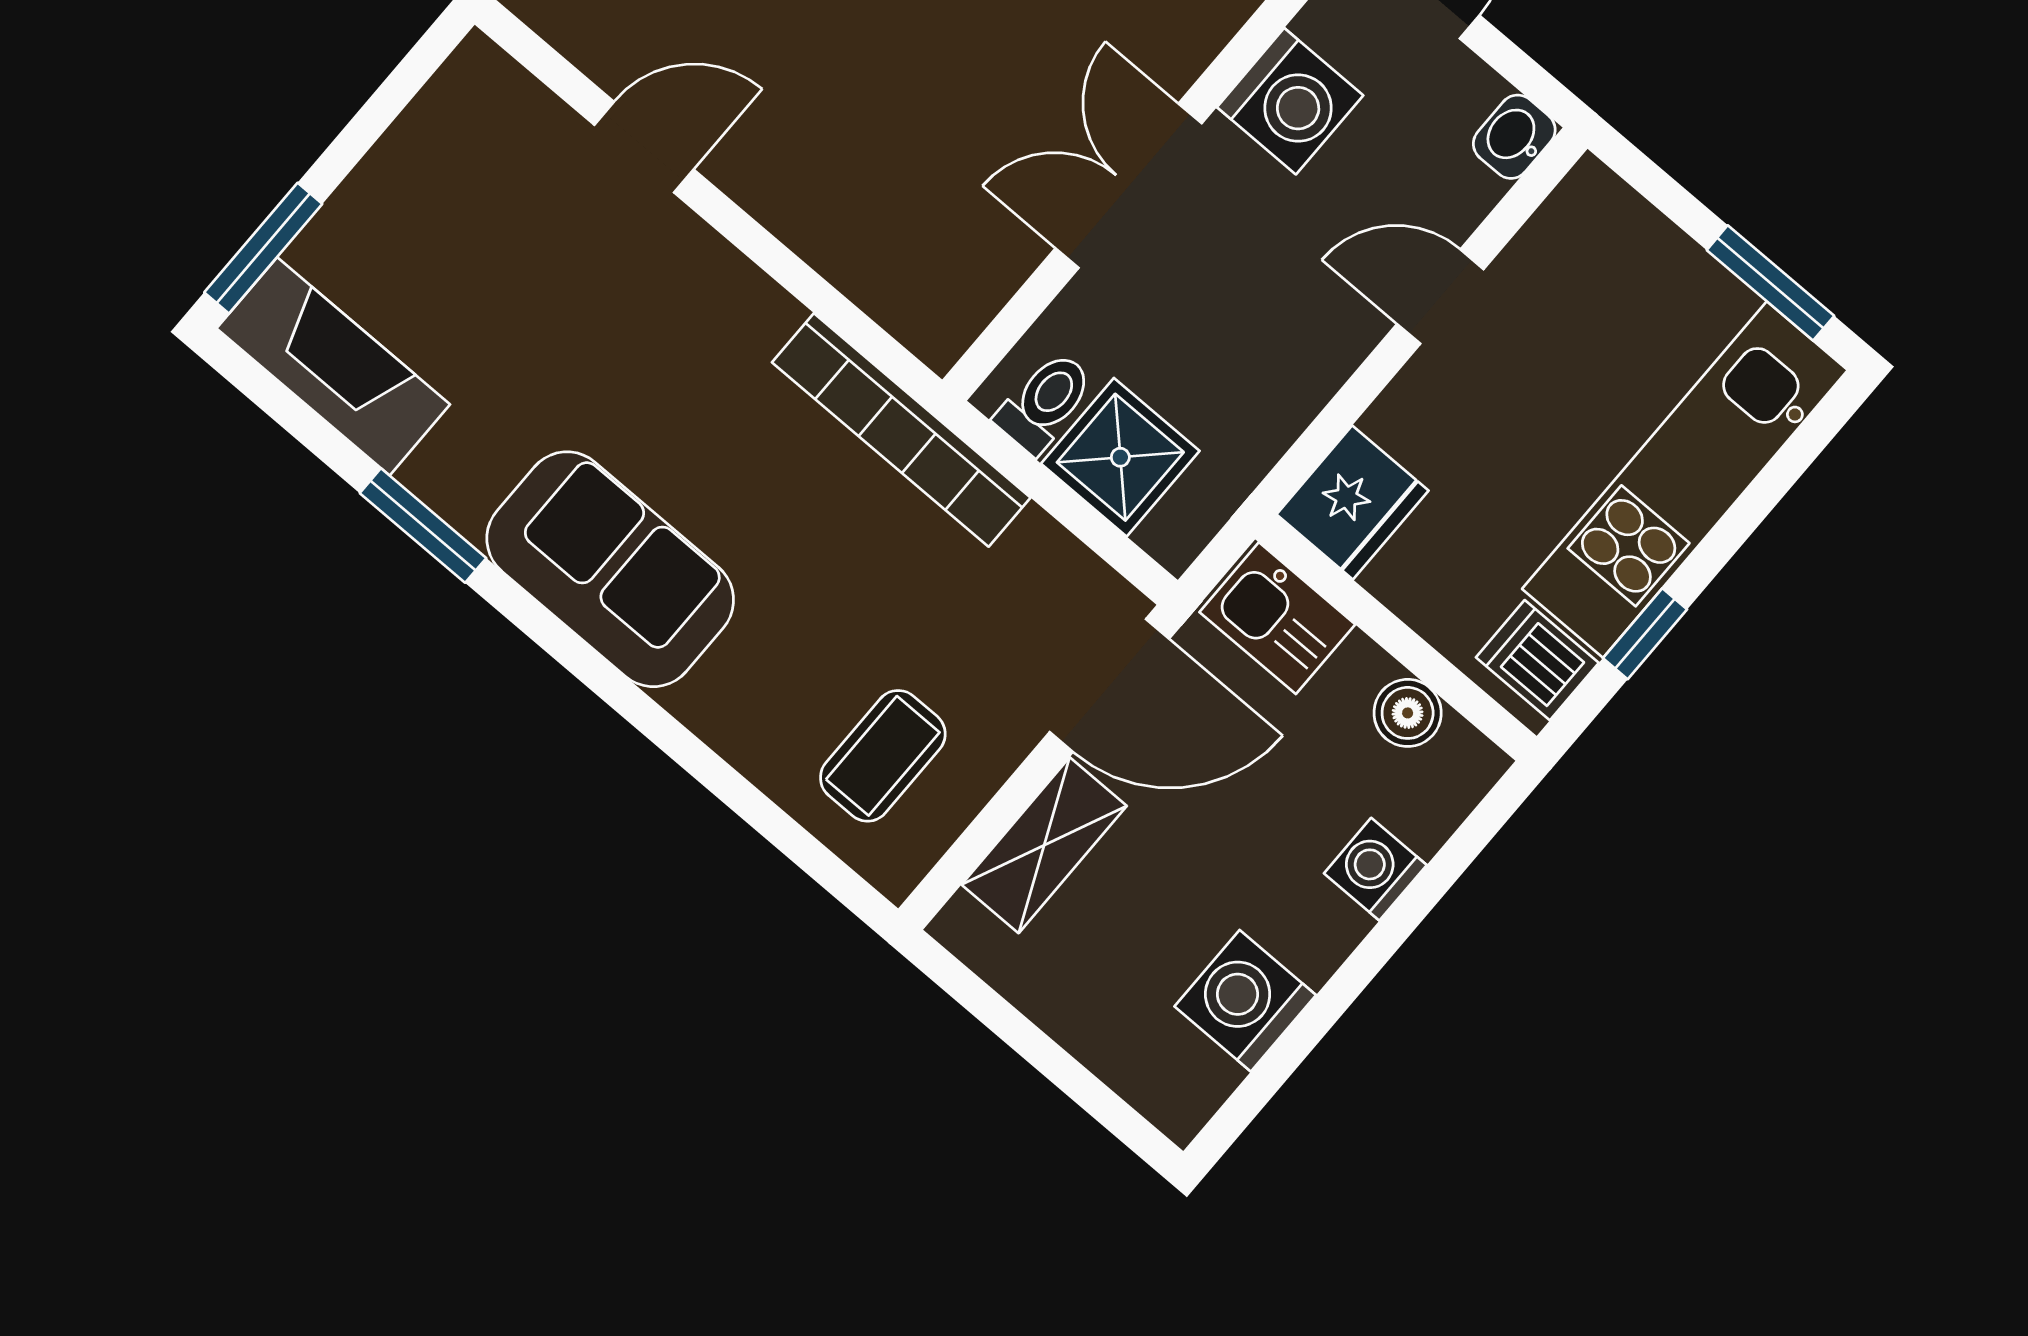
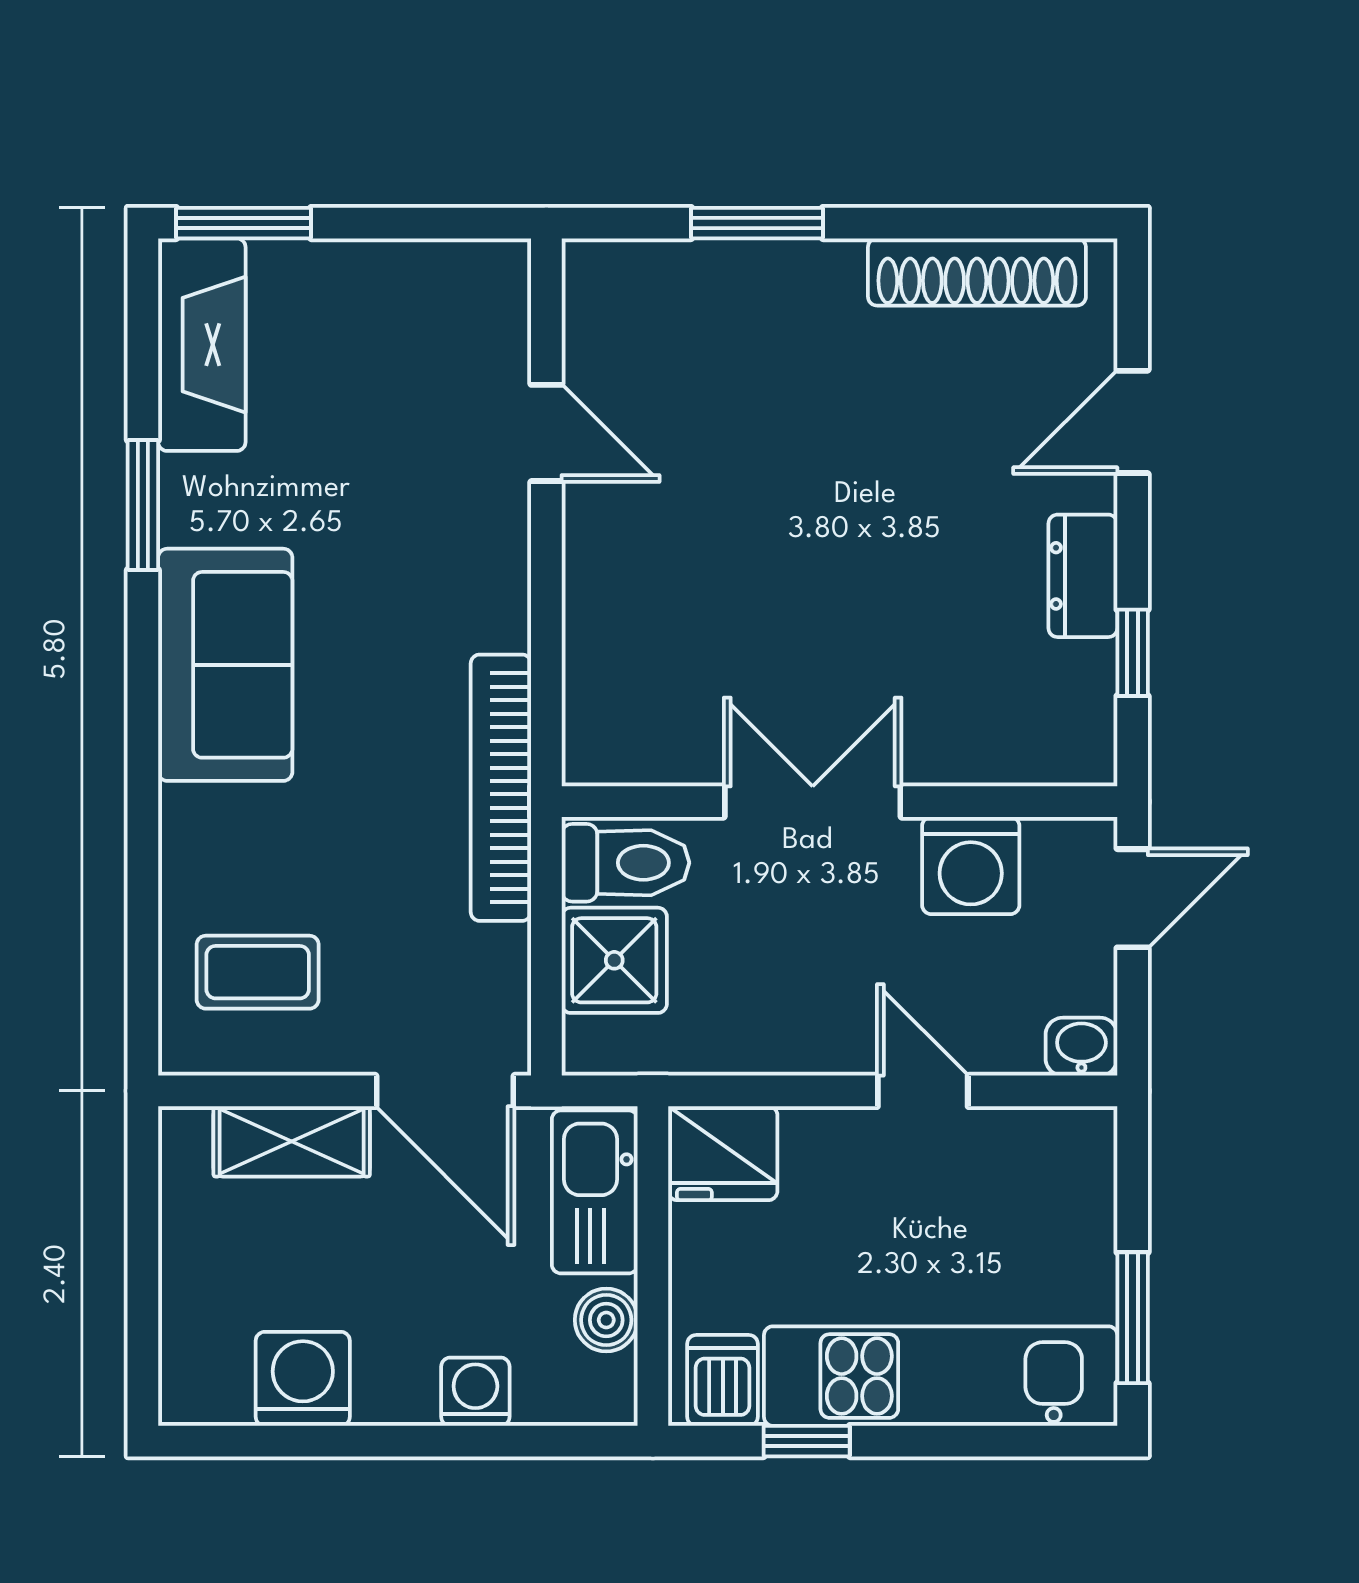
toilet: (1045, 402) -> (625, 863), width x1.37, depth x1.39
kitchen sink: (1277, 618) -> (595, 1192), width x1.38

